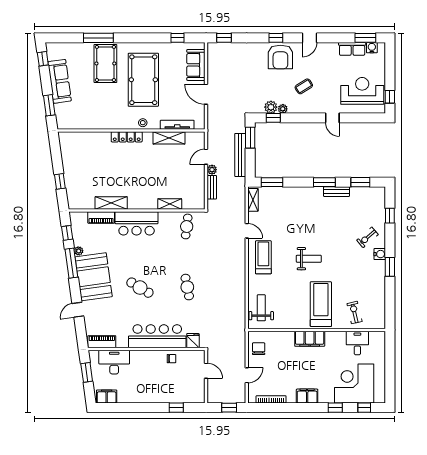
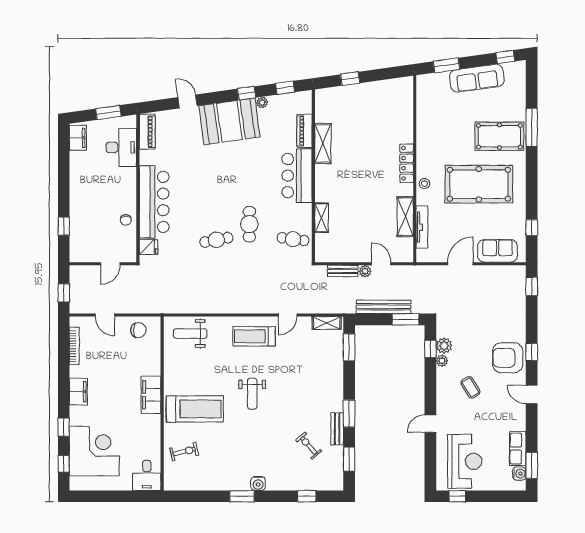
exercise bike: (367, 237) -> (309, 446), moved
treadmill: (263, 257) -> (254, 336), turned 180
window: (71, 263) -> (247, 93), width x0.46
cafe table: (140, 288) -> (249, 224), moved, turned -31
weight bench: (261, 308) -> (190, 334), turned 180
desk: (357, 343) -> (147, 475), moved, turned 90

